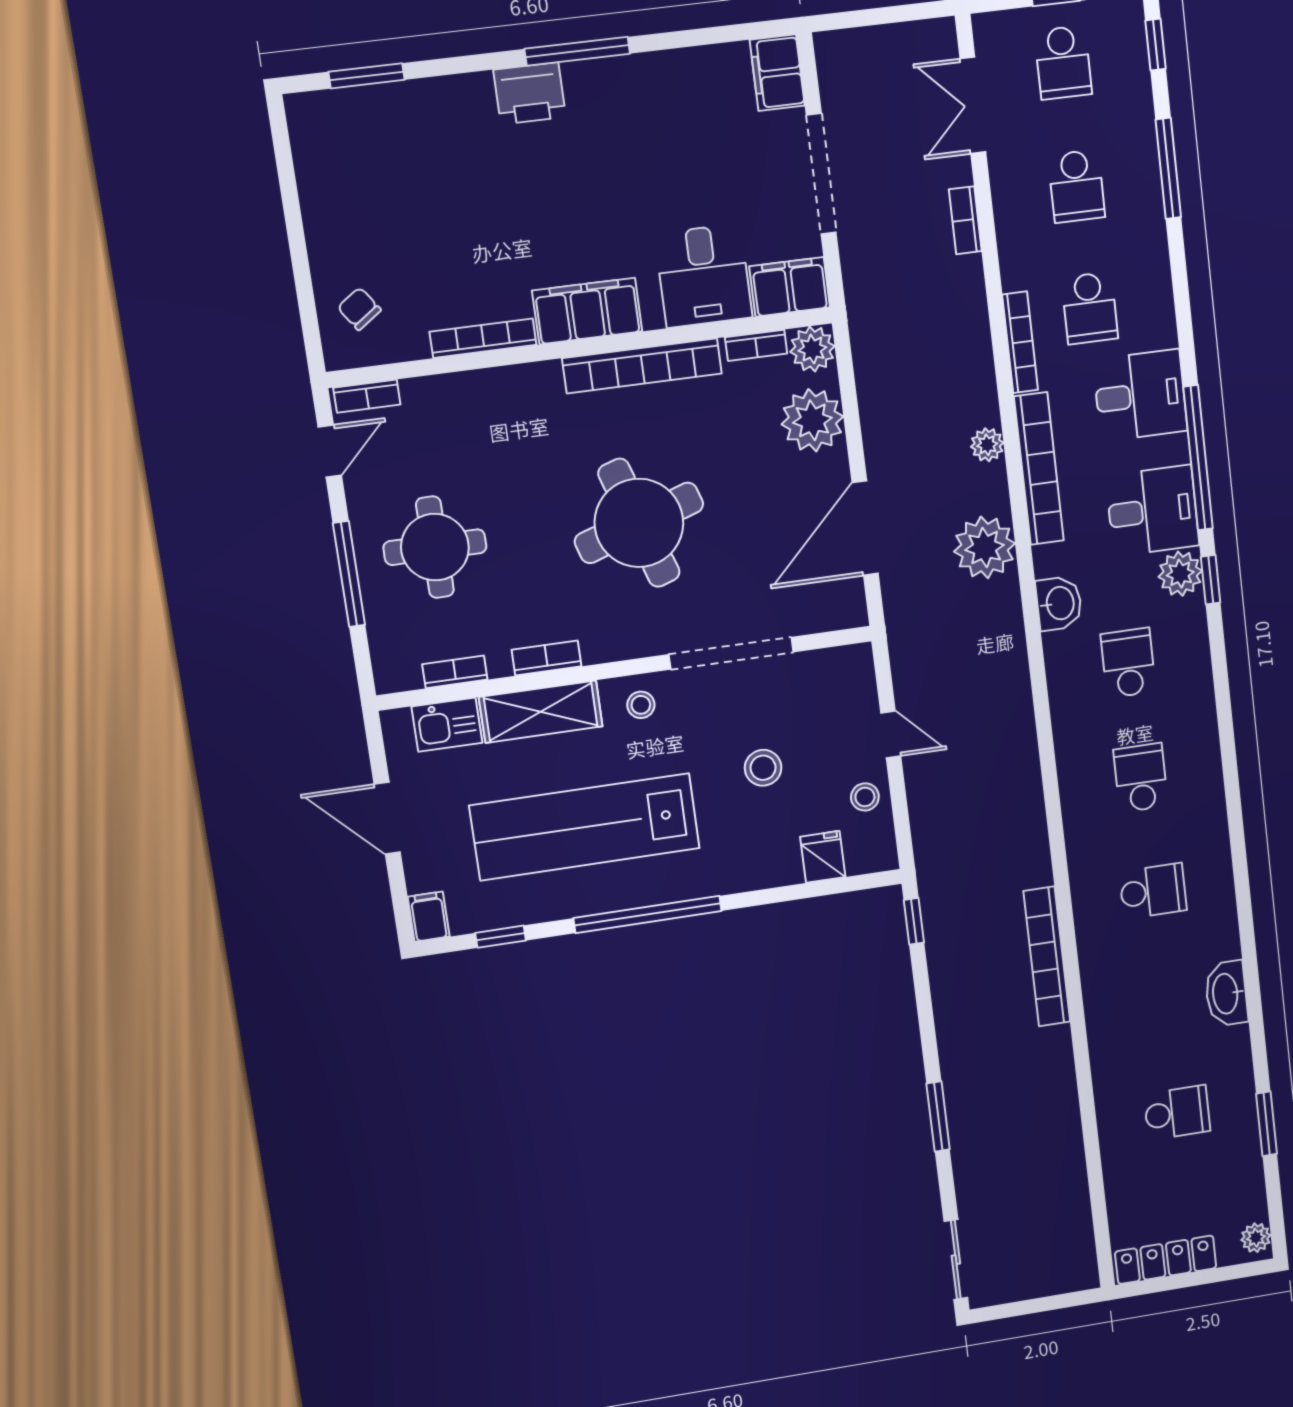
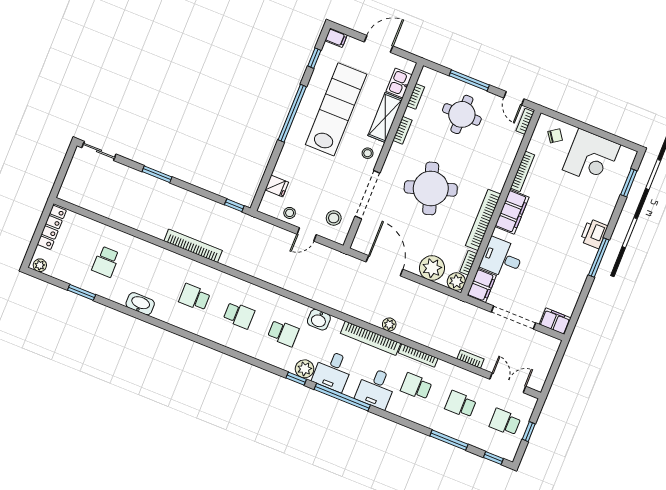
corner desk: (359, 197) -> (591, 157), added
plant: (985, 548) -> (354, 304), removed
stool: (763, 768) -> (334, 218), moved
school desk: (1153, 891) -> (195, 297), turned 90

